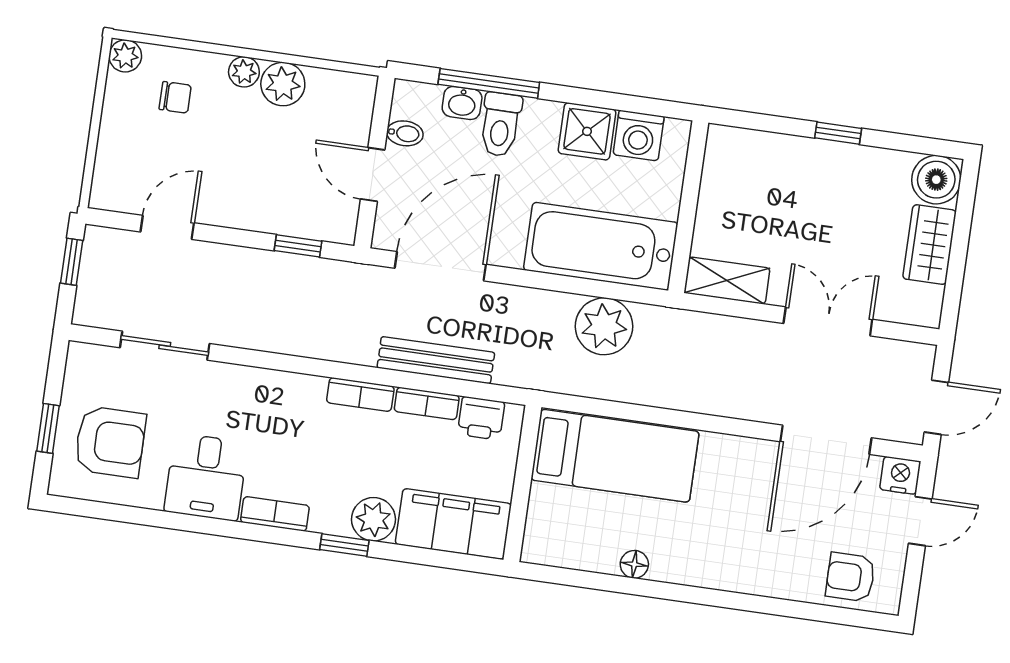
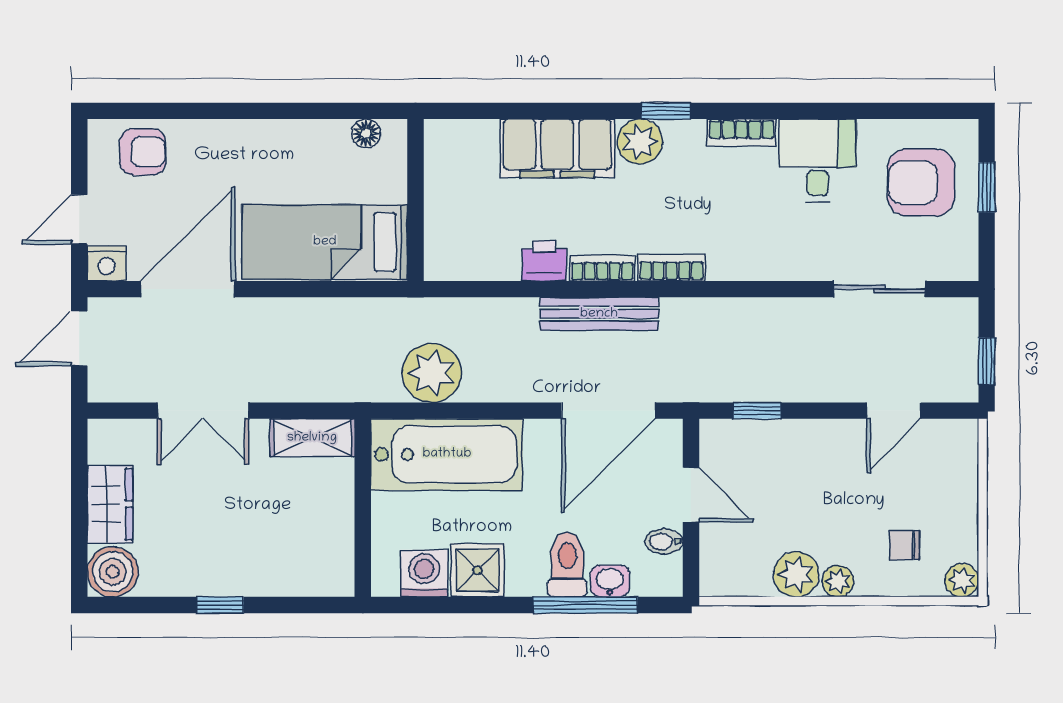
bed: (615, 456) -> (325, 242), moved
wall: (522, 483) -> (415, 200), moved

